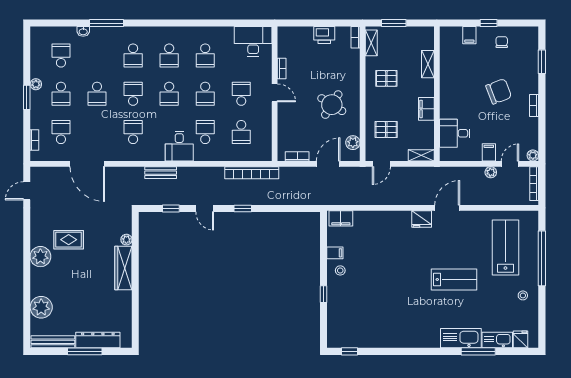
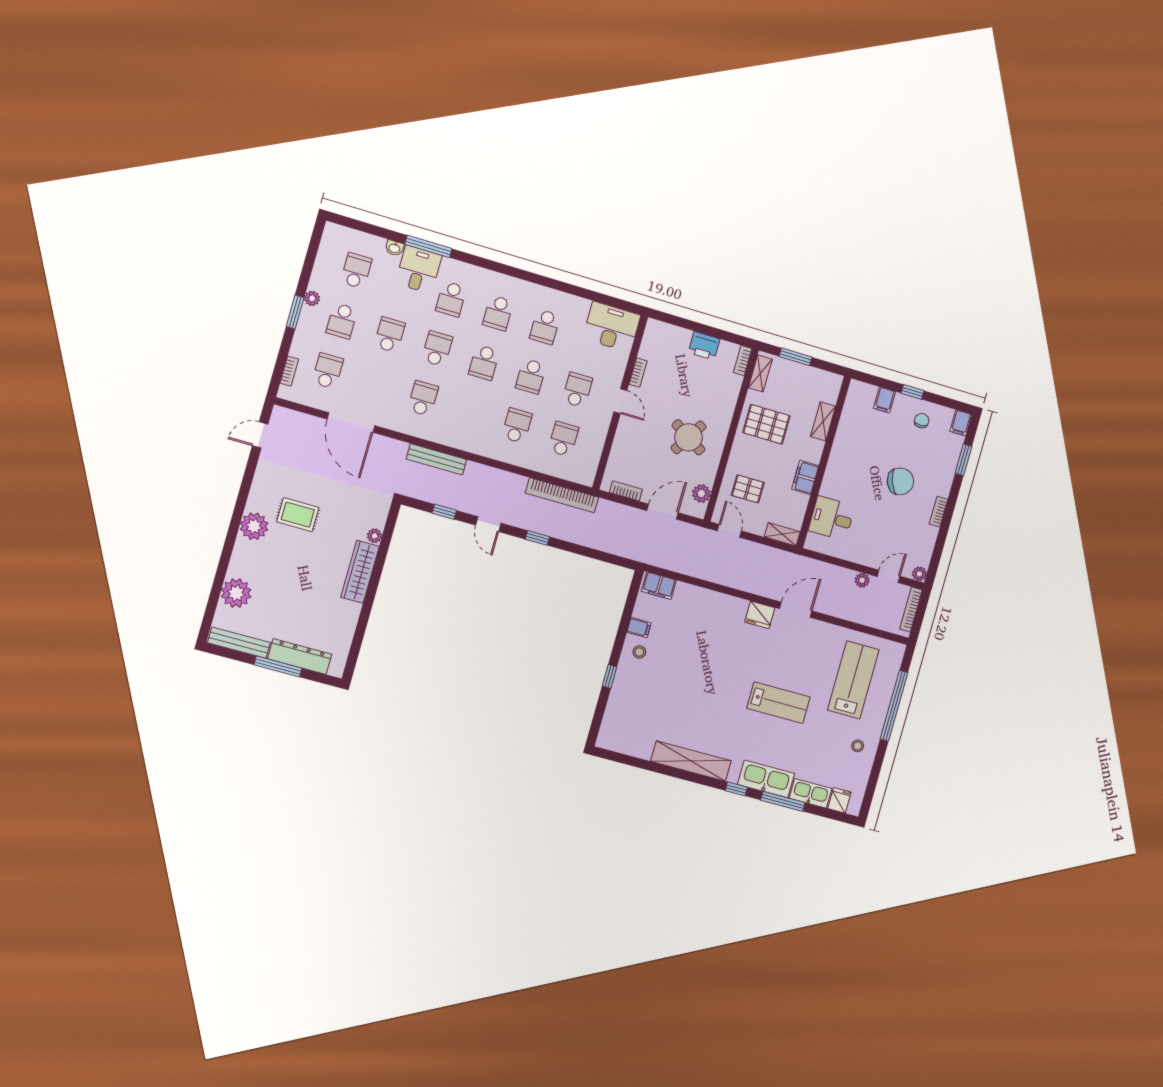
pallet: (386, 78) -> (766, 424), width x1.50, depth x1.42
school desk: (97, 94) -> (390, 335), turned 180
school desk: (241, 132) -> (563, 439), turned 180
desk: (179, 146) -> (419, 269), moved, turned 180
filing cabinet: (489, 152) -> (961, 423), moved, turned 180
door: (381, 164) -> (729, 531), swing flipped
bench: (161, 173) -> (436, 459), width x1.36
shelving: (401, 340) -> (691, 761), added
window: (350, 351) -> (736, 789), moved

